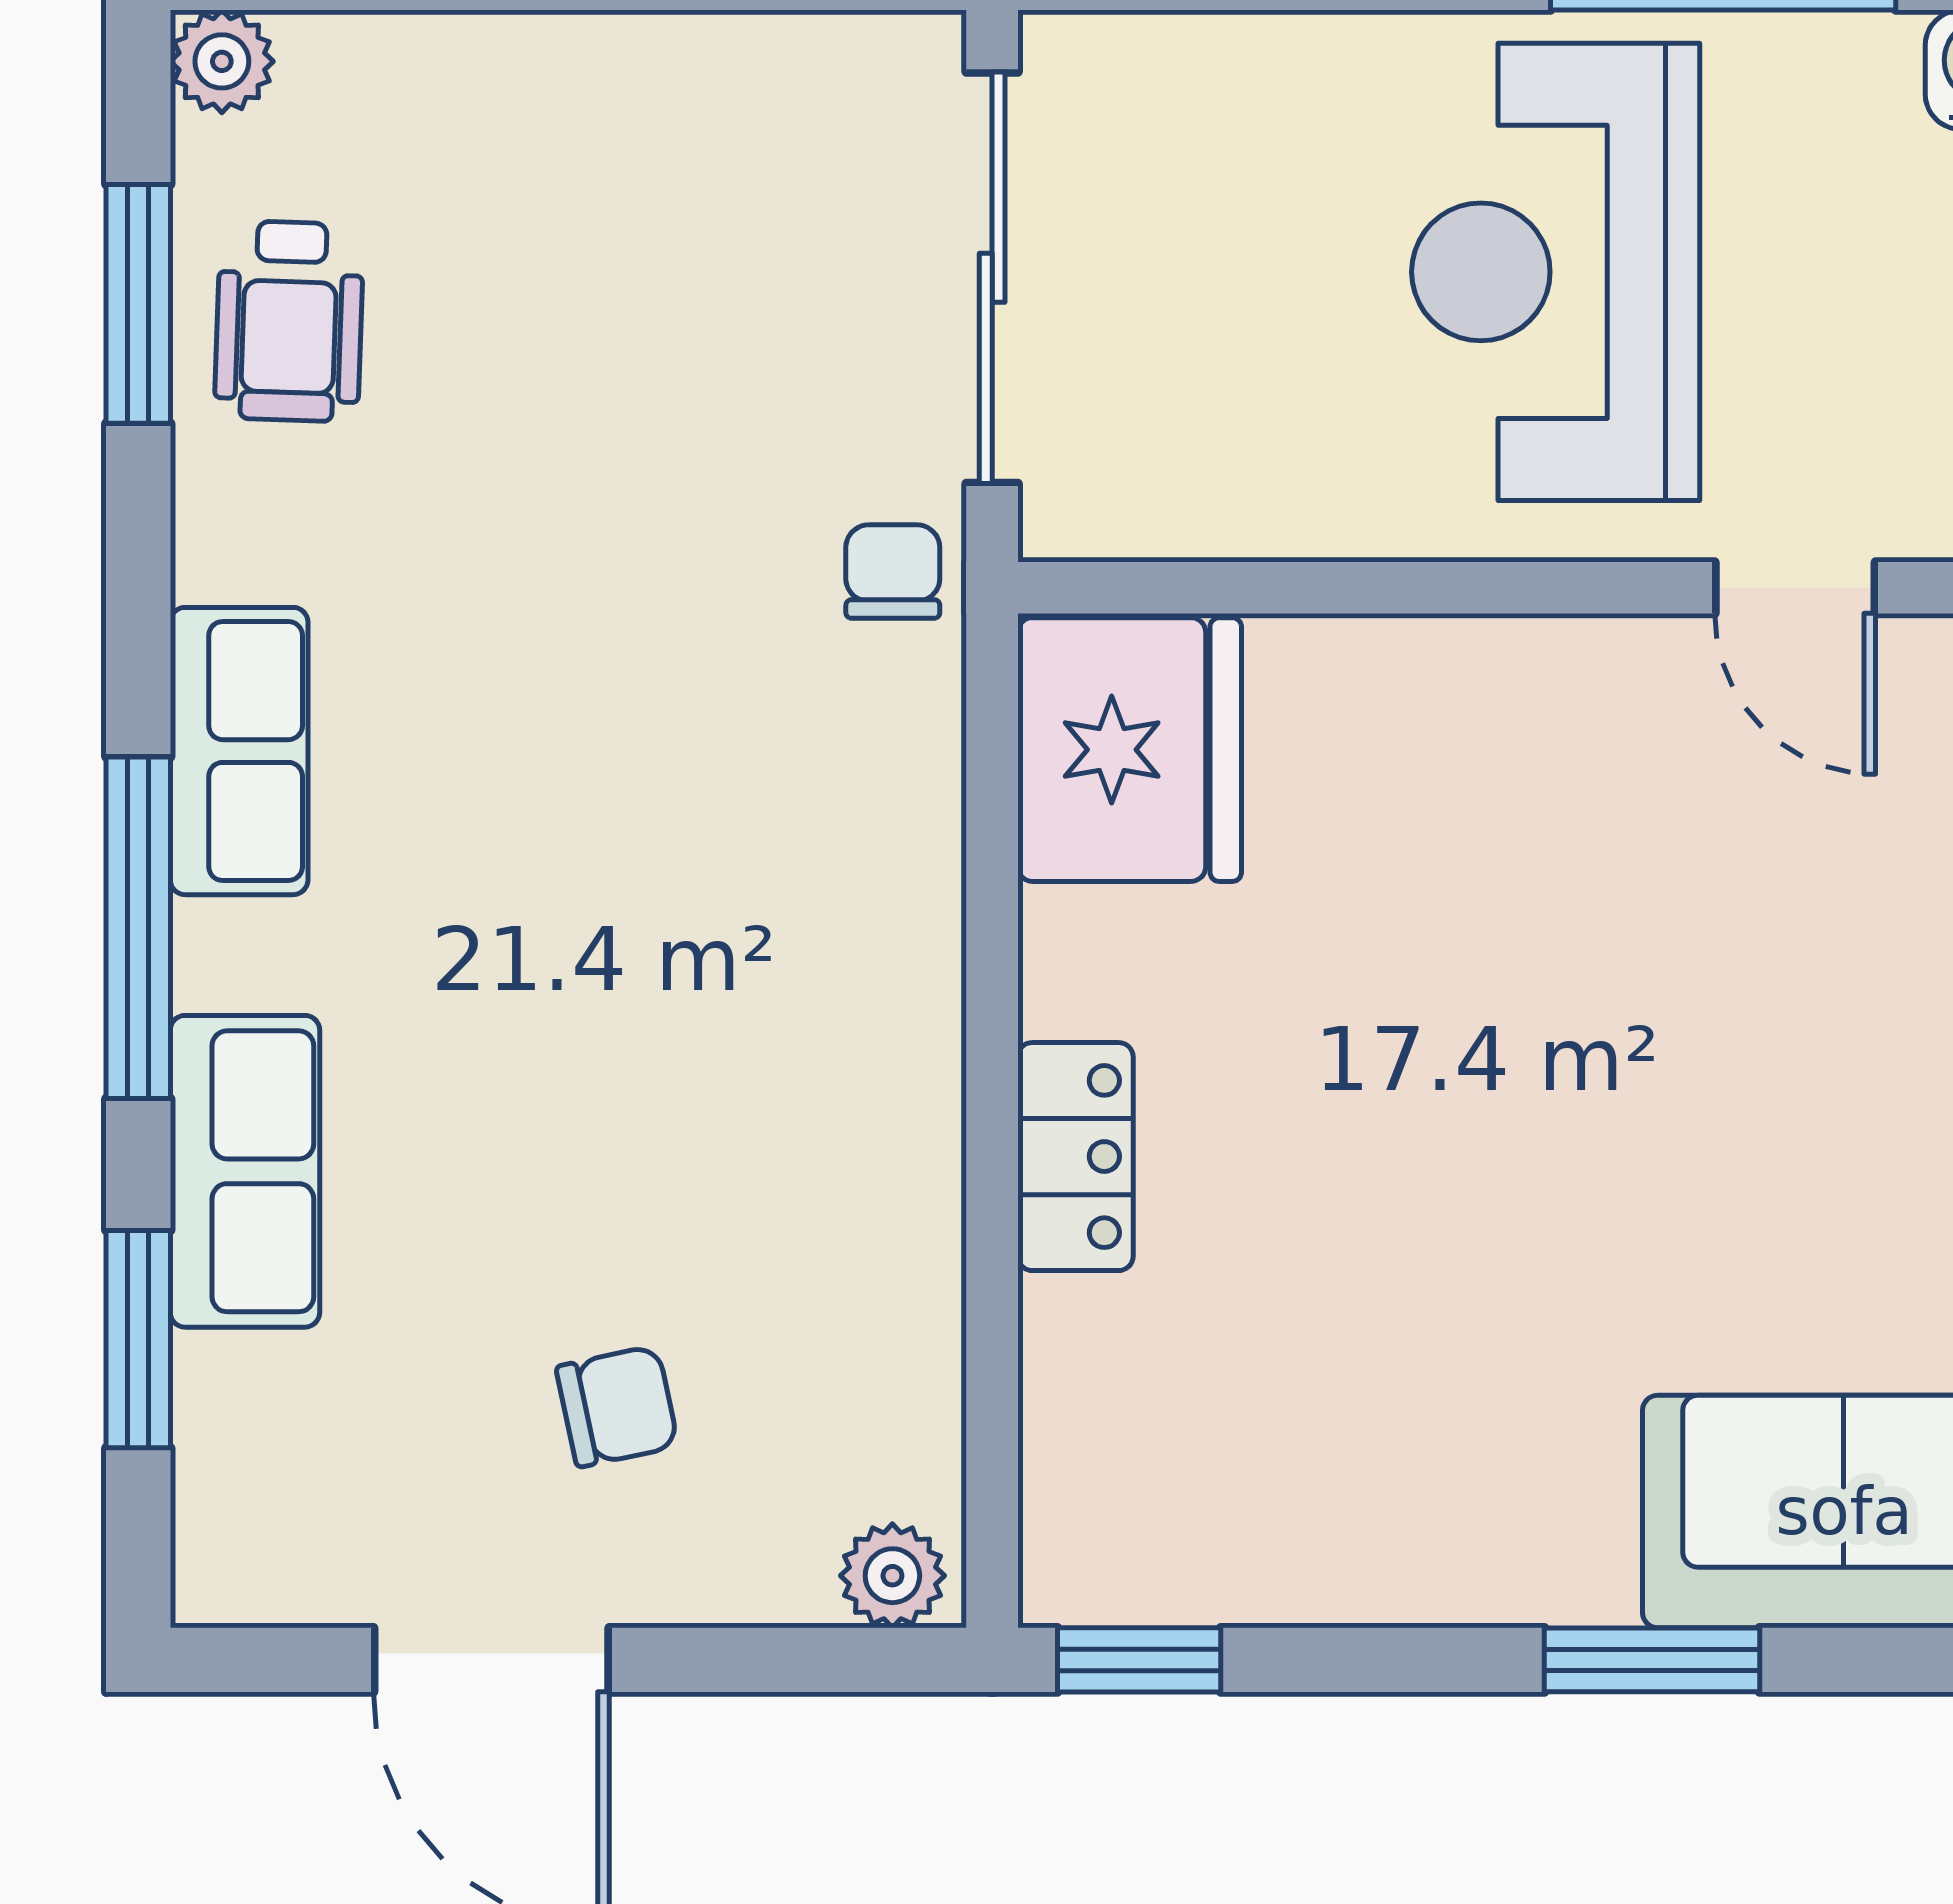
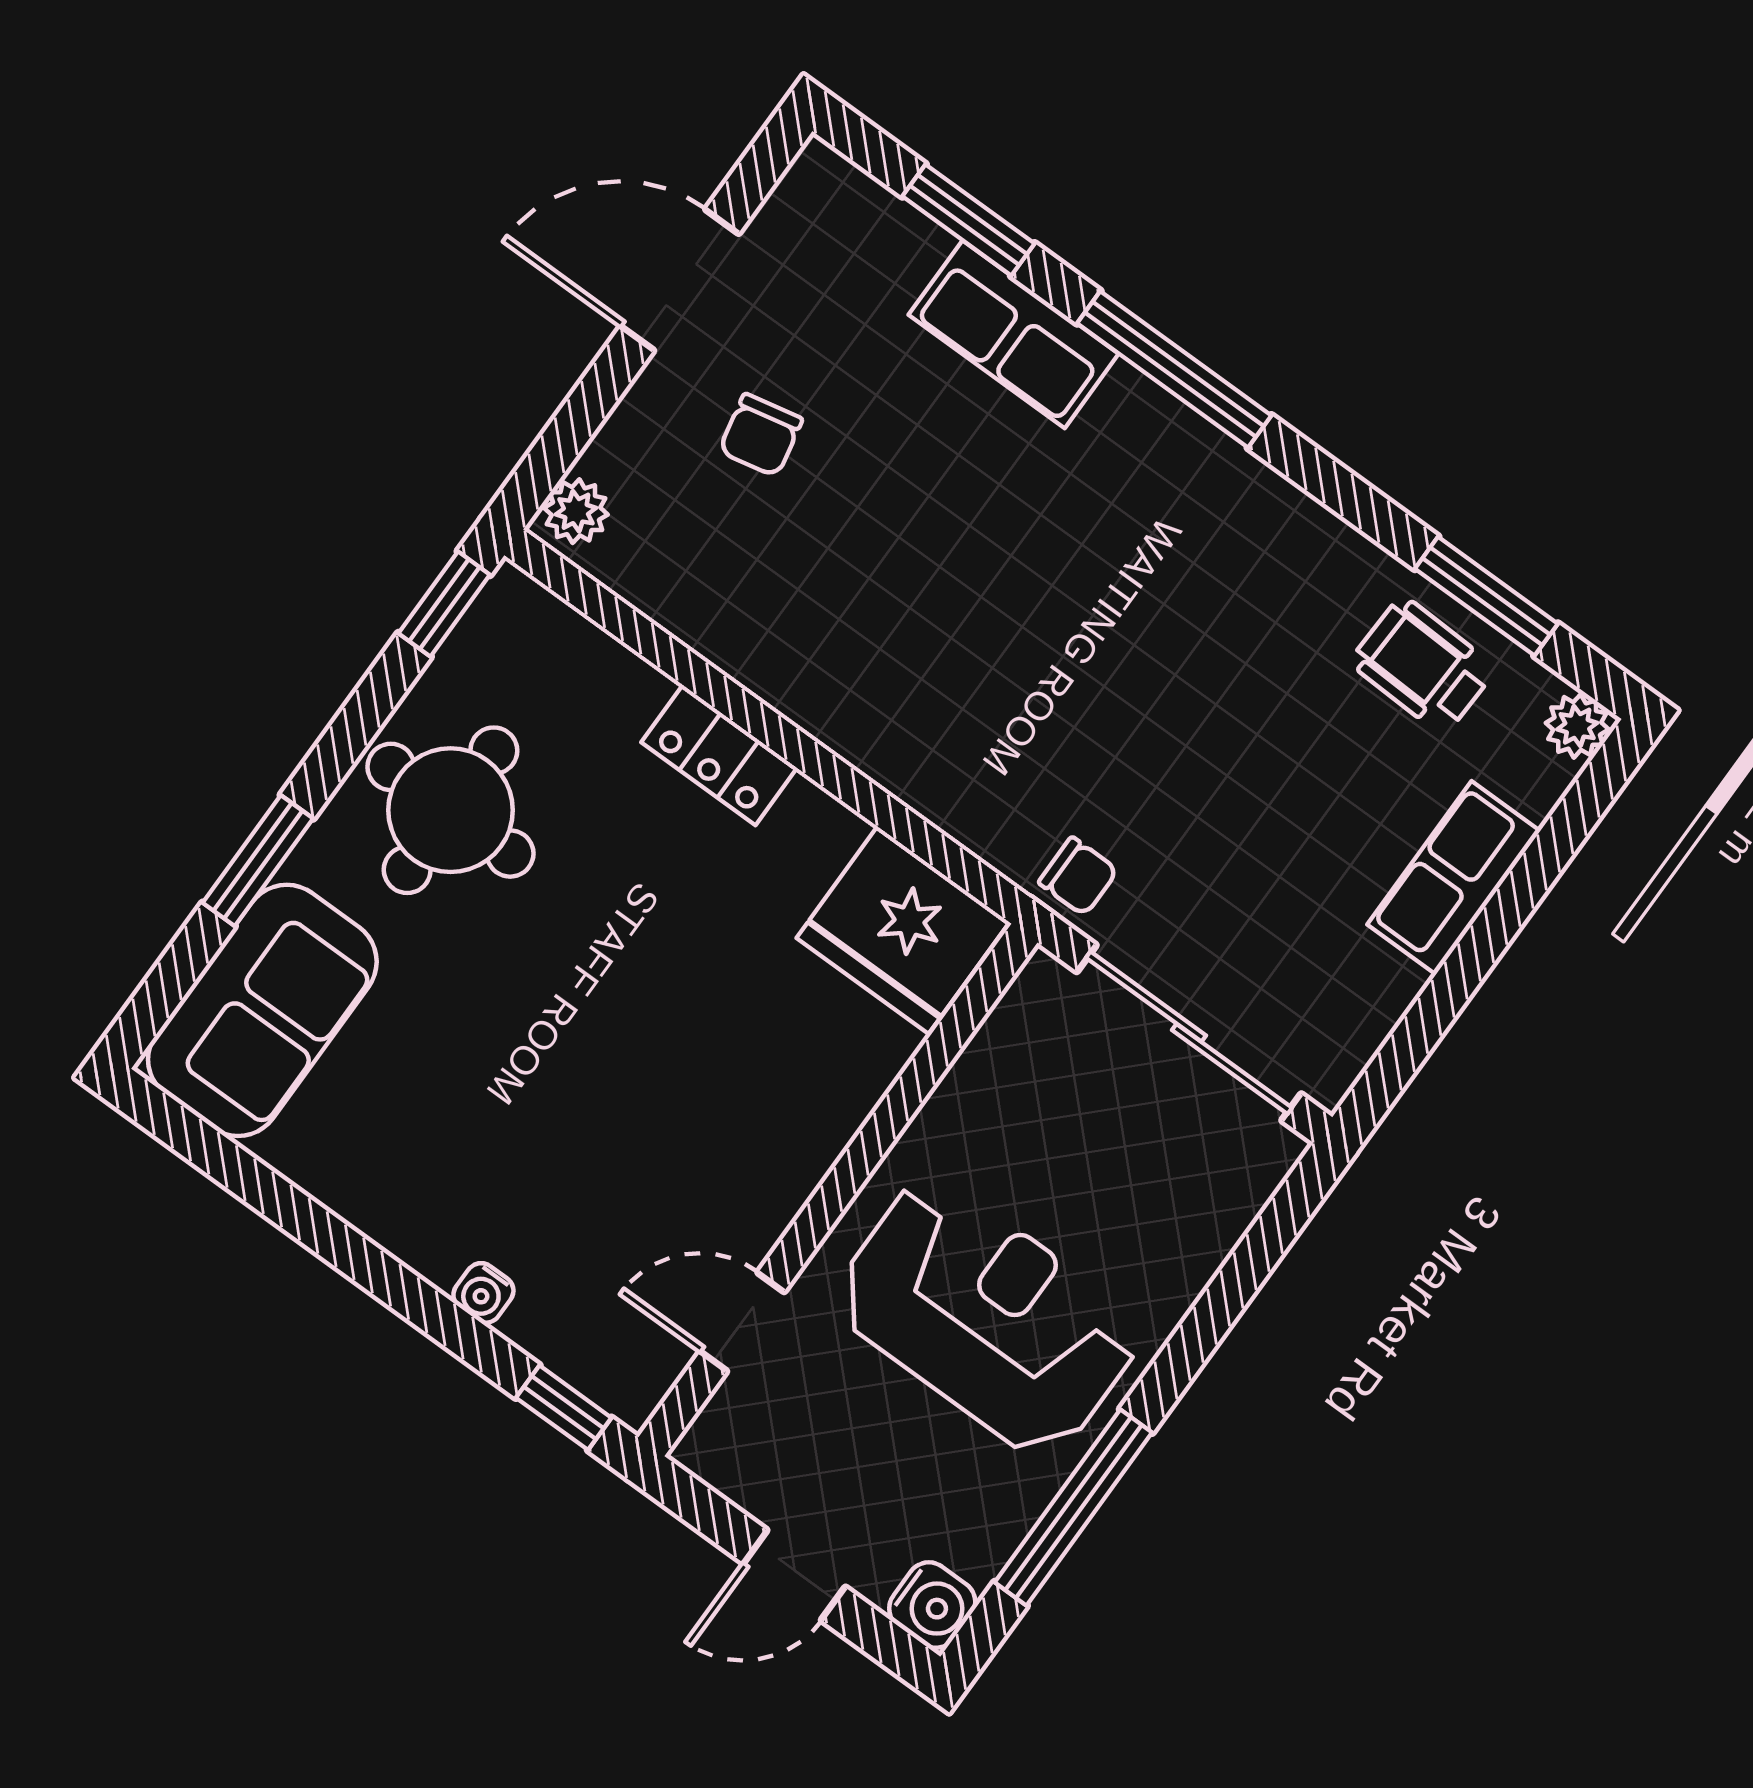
row of seats: (239, 751) -> (1454, 878), moved, turned 90
round table: (1403, 1456) -> (451, 810), added

